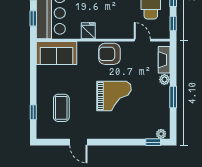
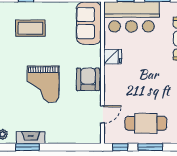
fireplace: (164, 60) -> (31, 138), moved
plant: (164, 80) -> (61, 138), removed
window: (173, 97) -> (28, 147), moved

